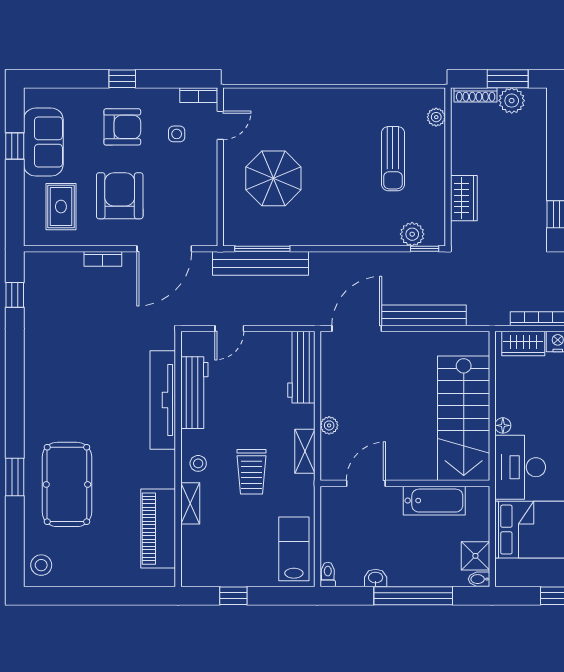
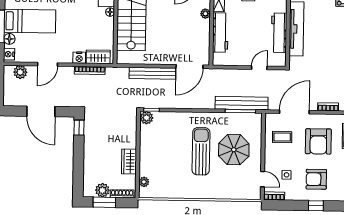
door: (220, 125) -> (263, 179), swing flipped
sun lounger: (393, 159) -> (201, 151), moved, width x1.36, depth x1.34
wardrobe: (464, 198) -> (129, 162), moved
coffee table: (186, 203) -> (282, 137), added
plant: (412, 234) -> (146, 118), moved
workbench: (301, 367) -> (220, 33), moved

